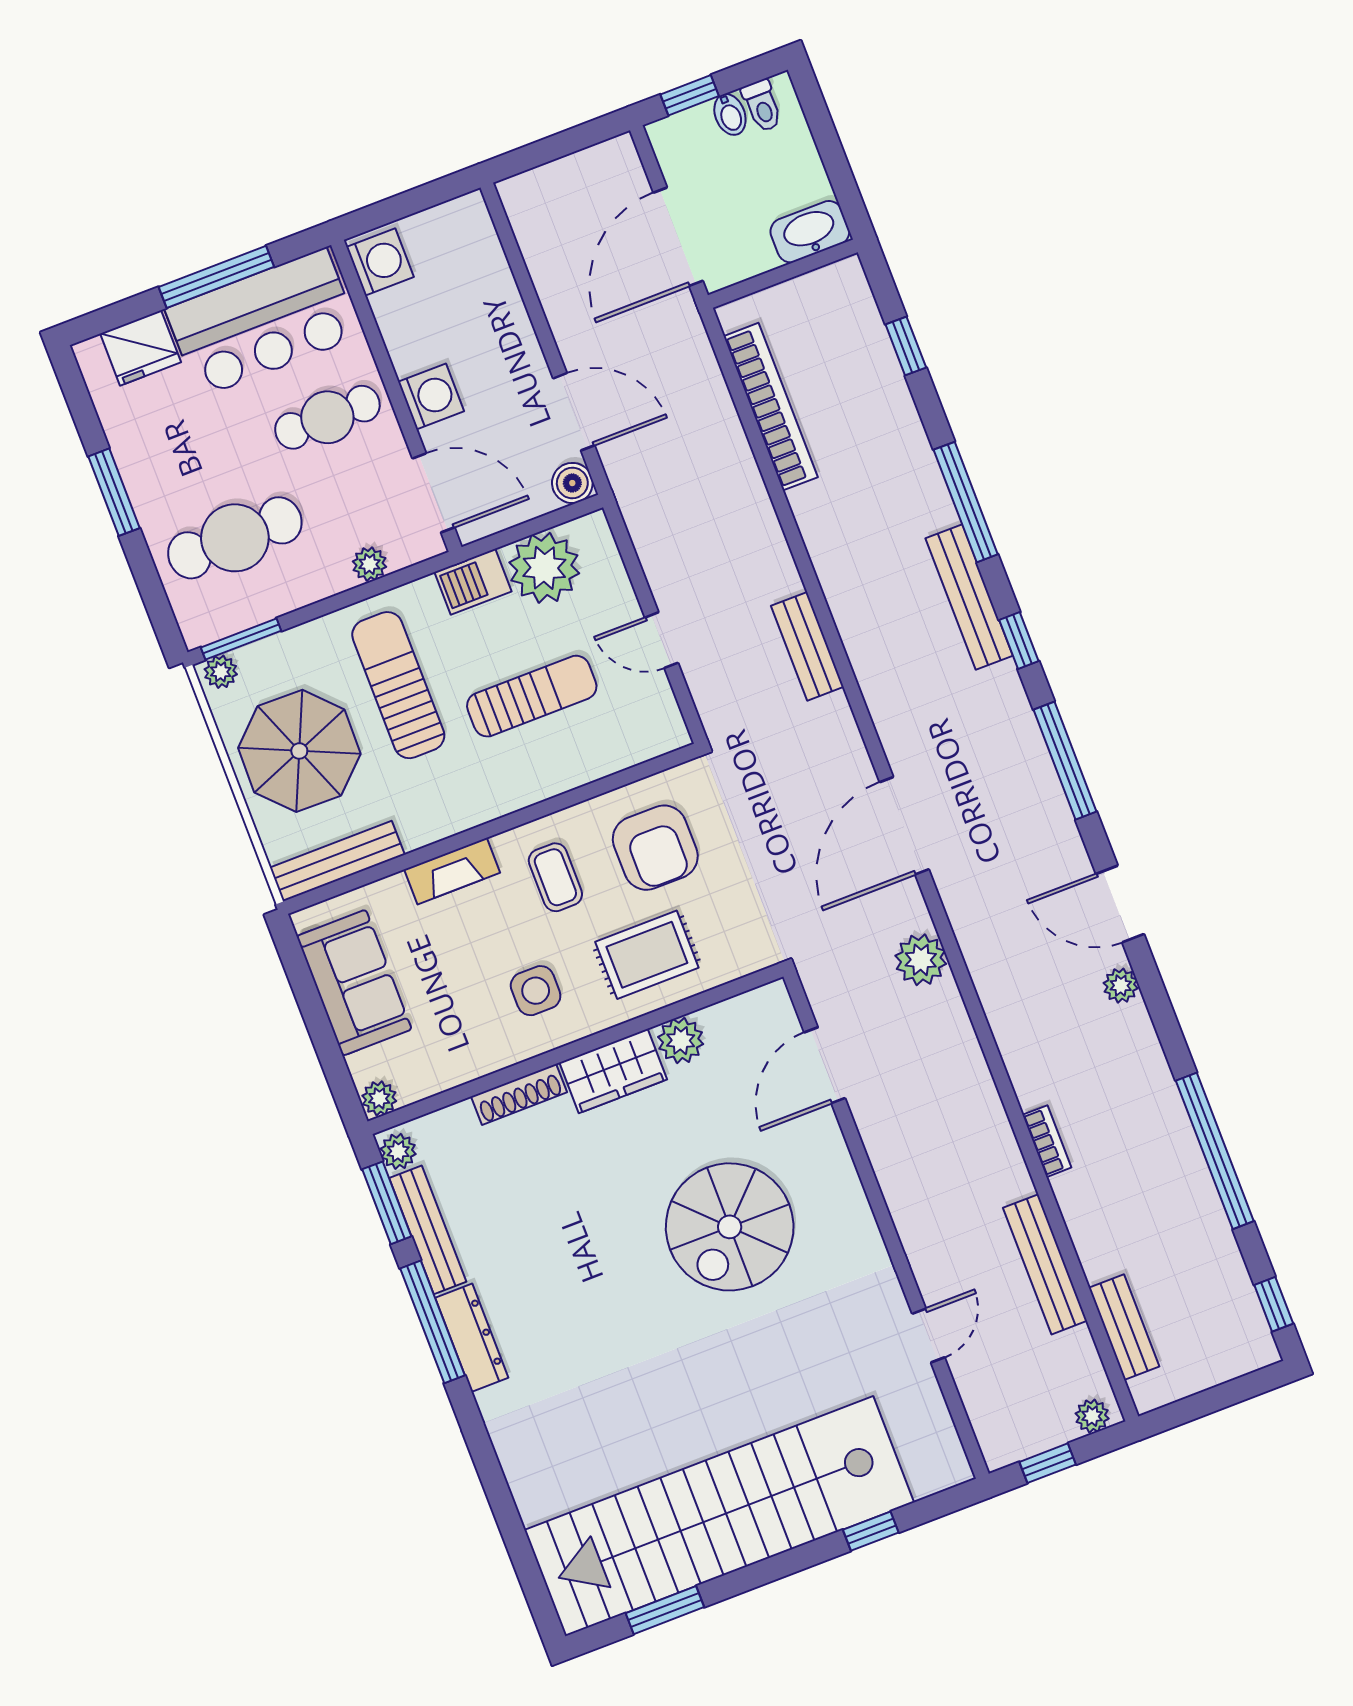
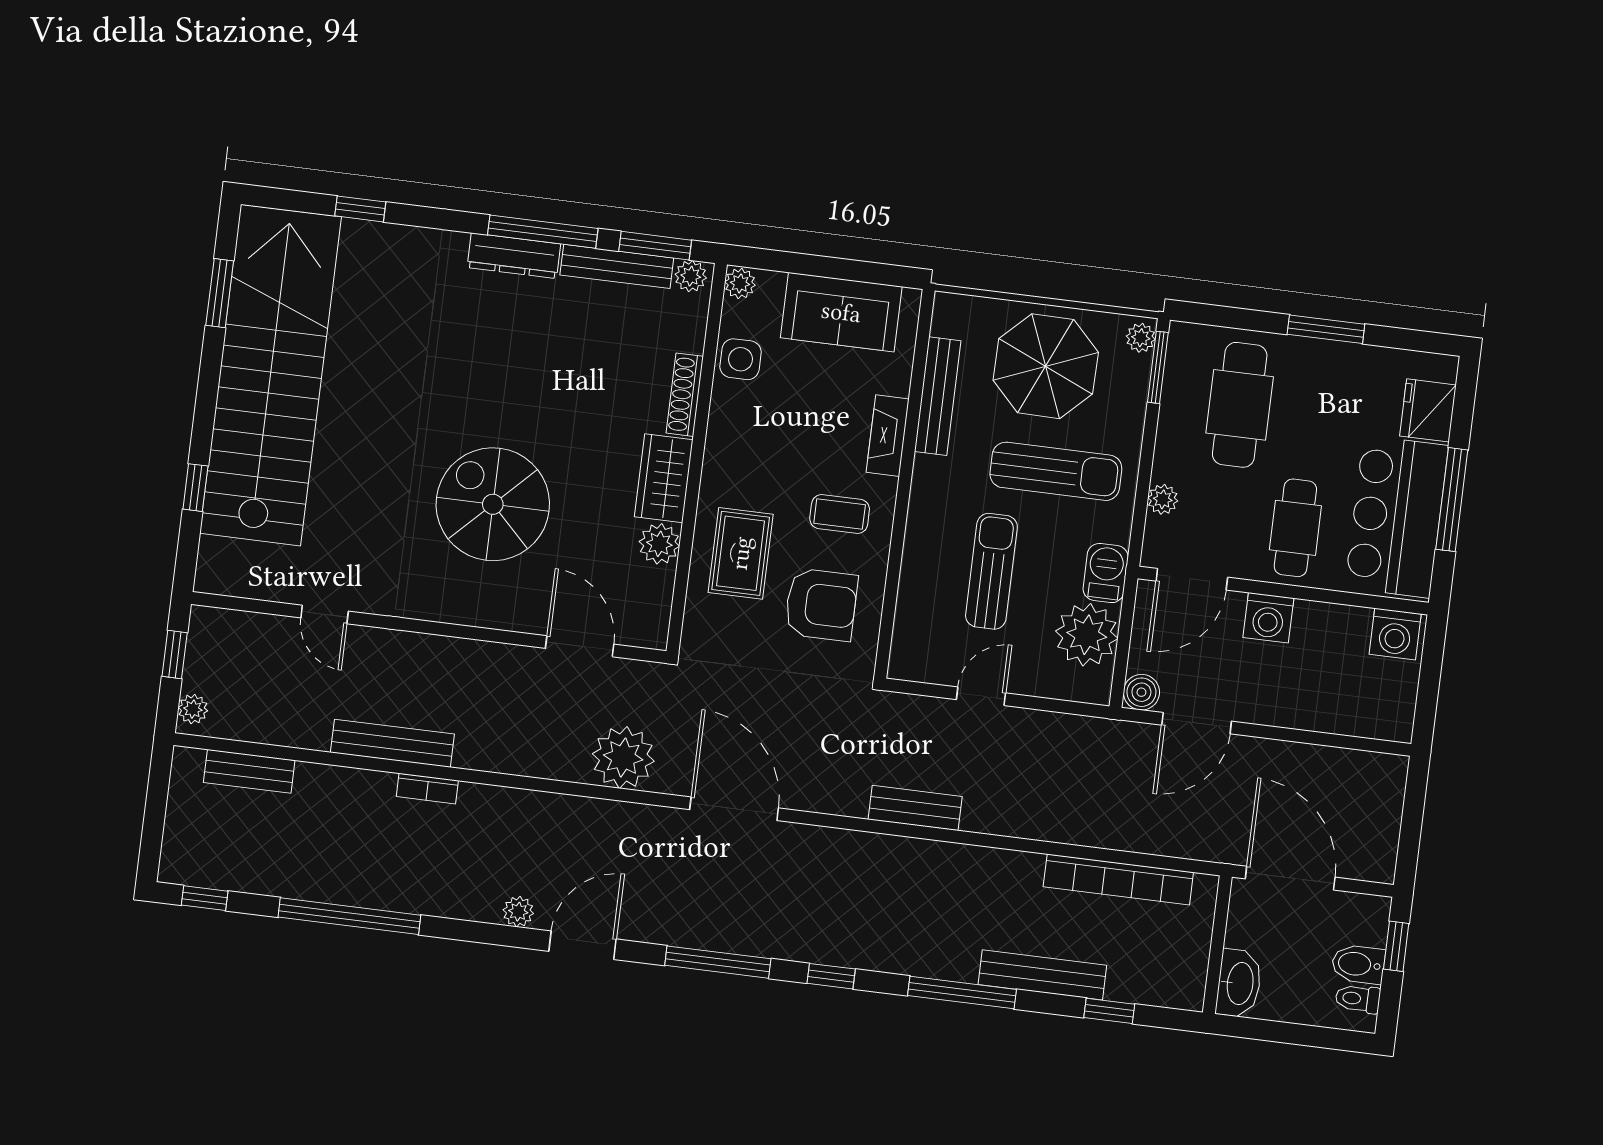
bidet: (730, 114) -> (1358, 964), width x1.38, depth x1.36
bench: (969, 597) -> (1042, 975), moved
sun lounger: (532, 696) -> (991, 571), turned 180
armchair: (655, 848) -> (821, 605), turned 180
bench: (337, 861) -> (938, 396), moved
plant: (921, 960) -> (623, 757), width x1.36, depth x1.36
side table: (536, 991) -> (741, 359), moved
bench: (1045, 1264) -> (392, 743), moved
window: (507, 1515) -> (360, 209), added

